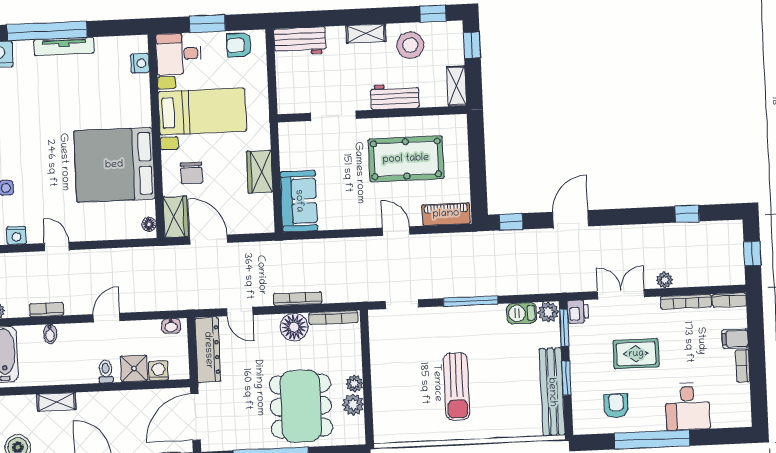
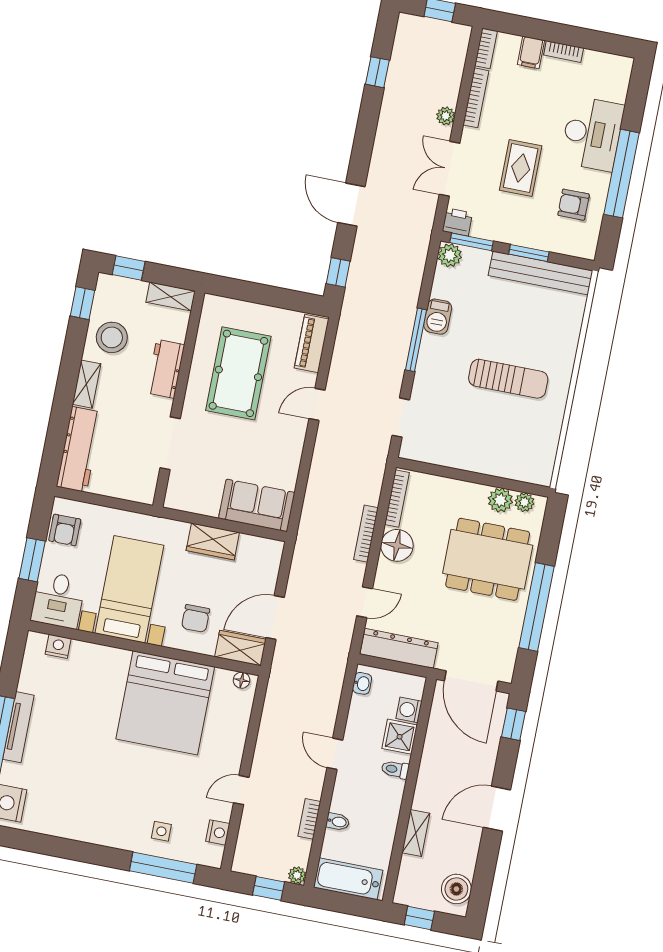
workbench: (300, 41) -> (79, 449), width x1.38
chair: (192, 173) -> (196, 618), turned 90
barbecue: (522, 313) -> (438, 317), moved
plant: (355, 384) -> (525, 502), moved
desk: (688, 406) -> (592, 134), width x1.37

